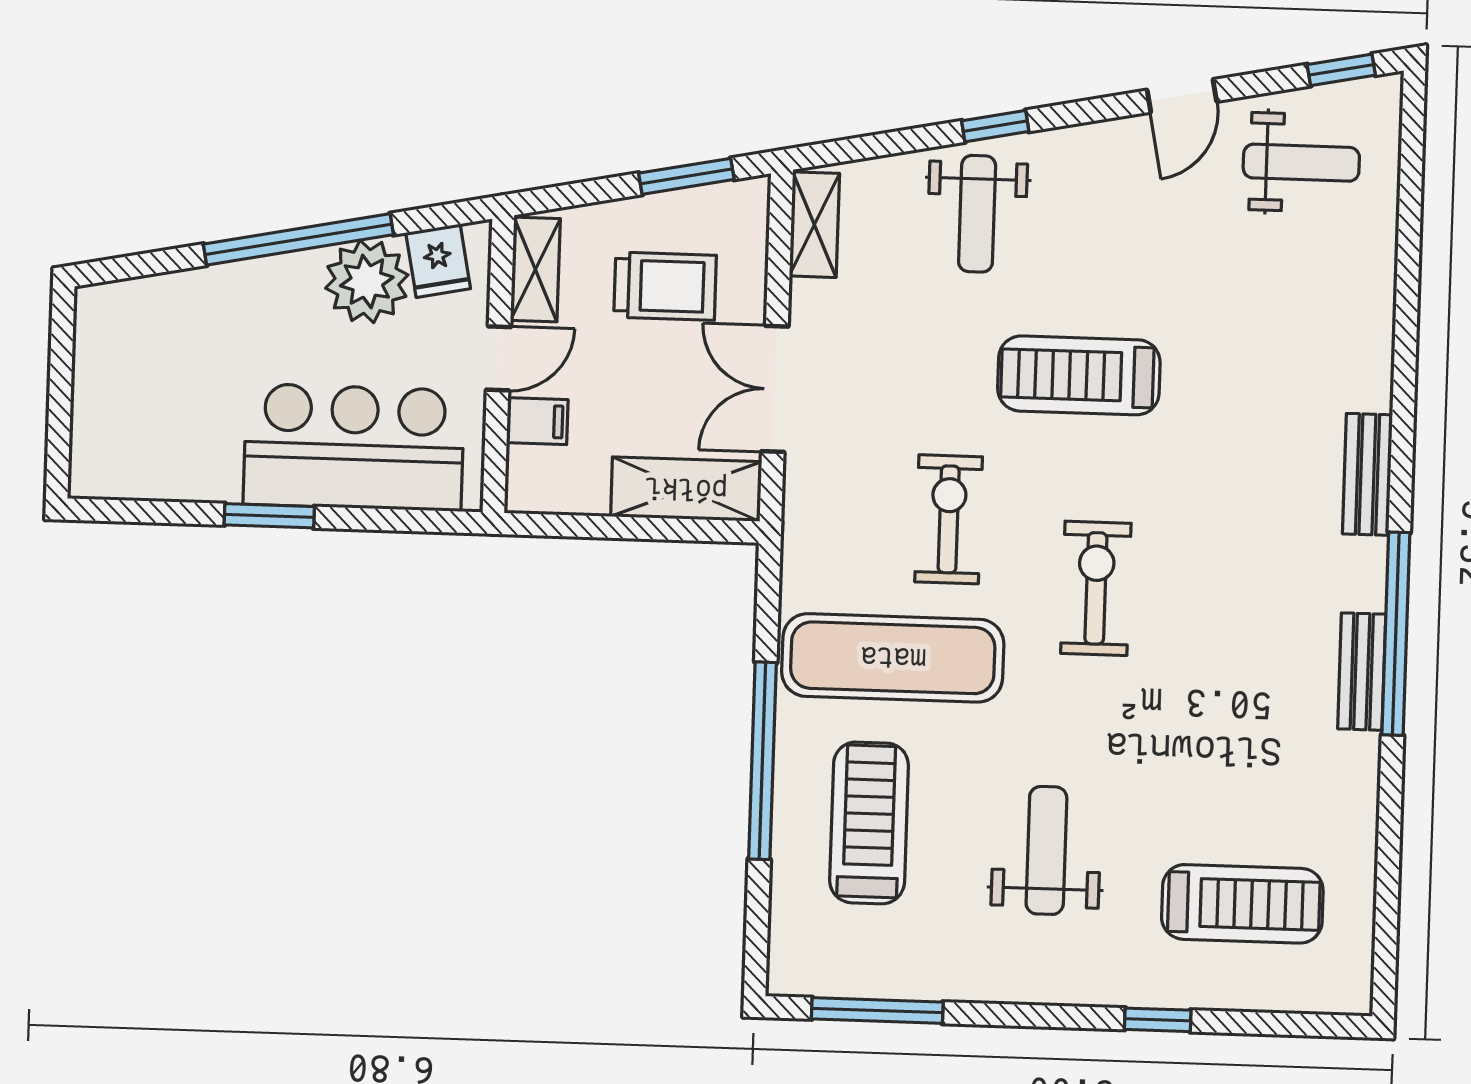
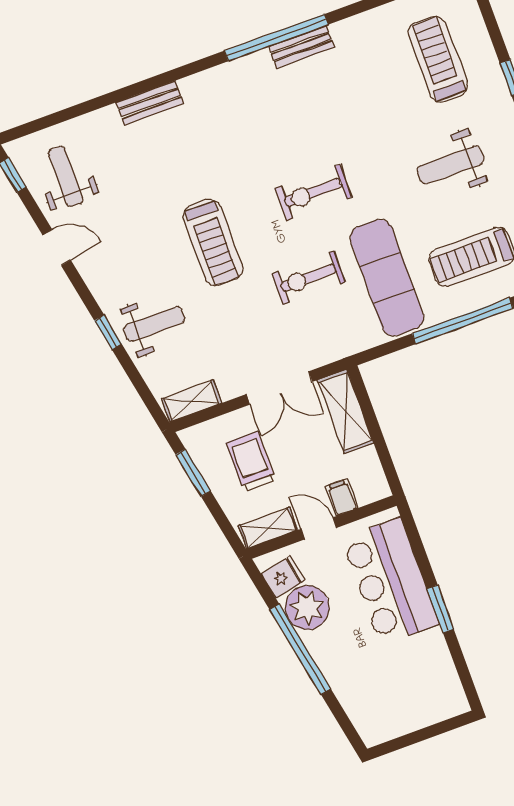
bench: (1367, 474) -> (150, 103), moved

